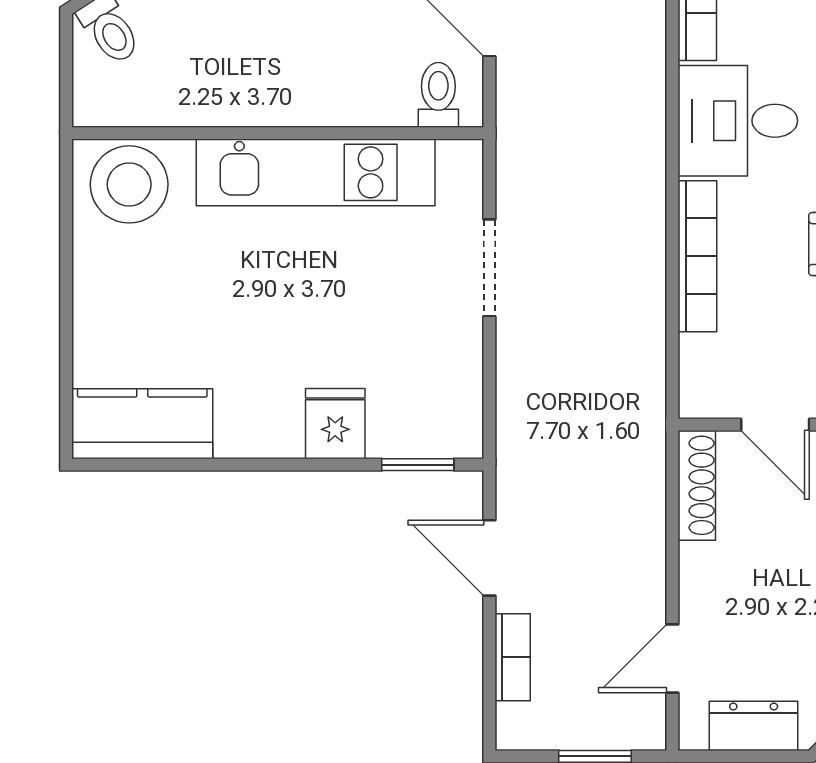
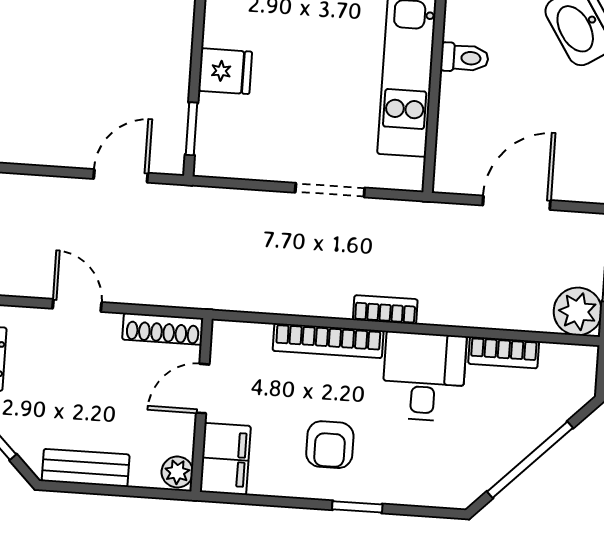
toilet: (438, 95) -> (464, 58), moved
bookcase: (513, 657) -> (385, 310), moved, turned 180
door: (672, 659) -> (77, 305), moved

